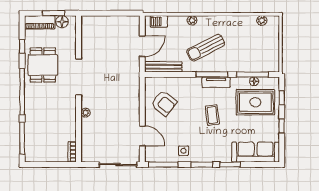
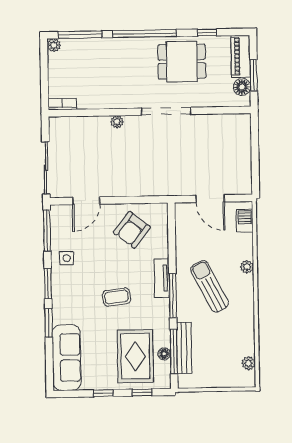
bench: (163, 67) -> (184, 348), moved
tv unit: (216, 82) -> (162, 278), moved
plant: (29, 157) -> (54, 45), added

